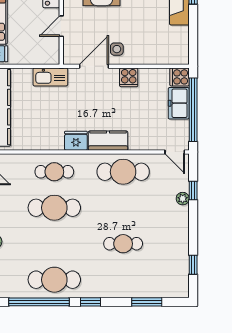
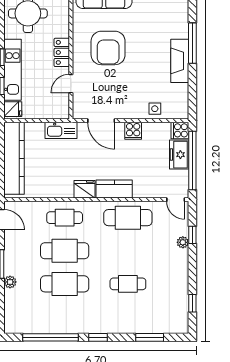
side table: (117, 49) -> (155, 109), moved
door: (94, 66) -> (101, 121), swing flipped
cafe table: (54, 280) -> (65, 284), moved

